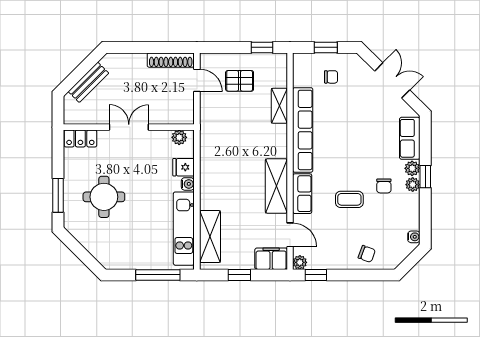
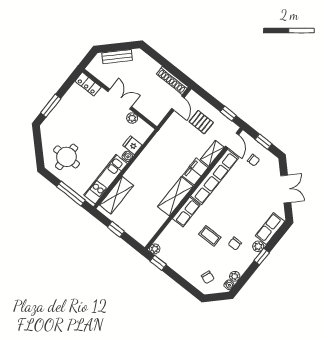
plant: (179, 137) -> (132, 118), moved
plant: (413, 185) -> (235, 276), moved
round table: (104, 197) -> (67, 157), moved
door: (290, 235) -> (232, 140), moved
chair: (367, 254) -> (208, 277), moved
filing cabinet: (271, 259) -> (195, 172), moved, turned -90

